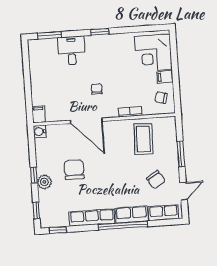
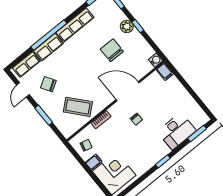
desk: (72, 51) -> (177, 131), width x1.37
coffee table: (143, 139) -> (78, 107), turned -43
chair: (74, 170) -> (112, 50), turned 180

